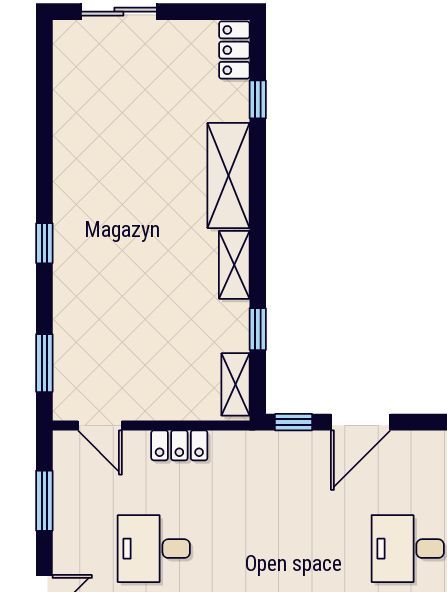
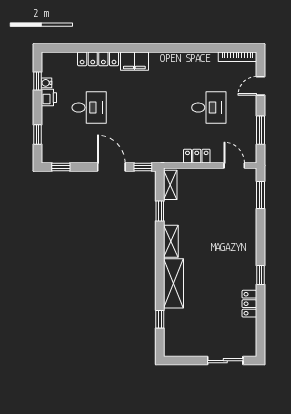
locker: (234, 50) -> (249, 304), moved, turned 180
window: (44, 243) -> (260, 275), moved
door: (361, 422) -> (111, 167), hinge flipped

